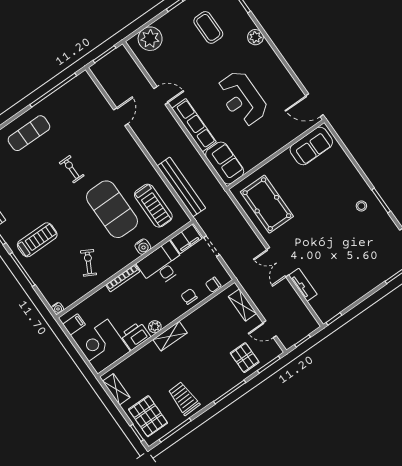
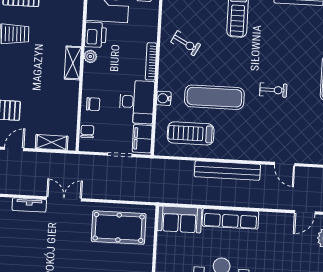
door: (161, 96) -> (305, 212), moved
bench: (181, 187) -> (227, 171), moved
exercise mat: (112, 209) -> (214, 97), width x0.68

